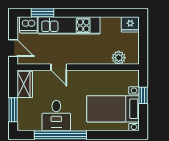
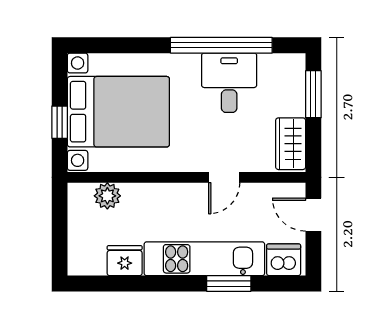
window: (43, 13) -> (229, 284), moved
fridge: (130, 24) -> (125, 261), moved
door: (59, 67) -> (224, 177), swing flipped
bed with nightstands: (113, 109) -> (118, 112), width x1.36

